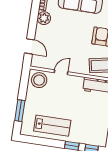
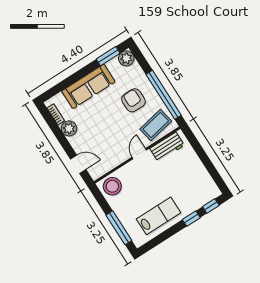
door: (61, 72) -> (139, 154), moved
window: (20, 111) -> (119, 228), width x1.44

